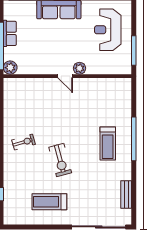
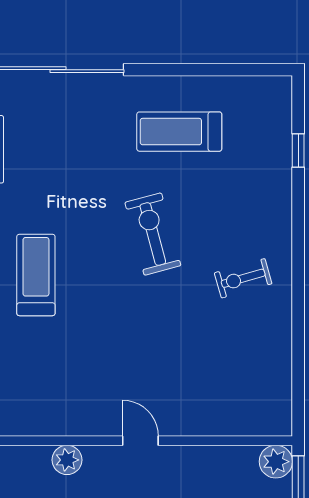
plant: (79, 68) -> (67, 460), moved
treadmill: (49, 202) -> (179, 132), turned 180

